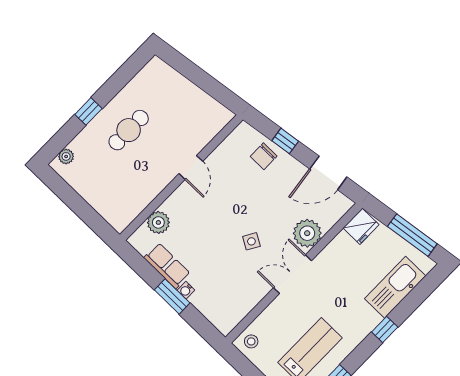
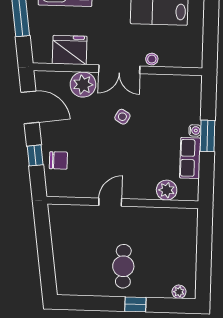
cafe table: (129, 130) -> (123, 266), turned 90
fridge: (361, 226) -> (70, 50), moved, width x1.36, depth x1.34
stool: (251, 341) -> (152, 59), moved

